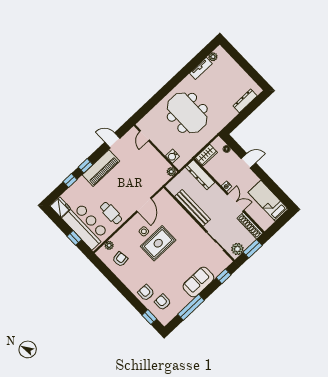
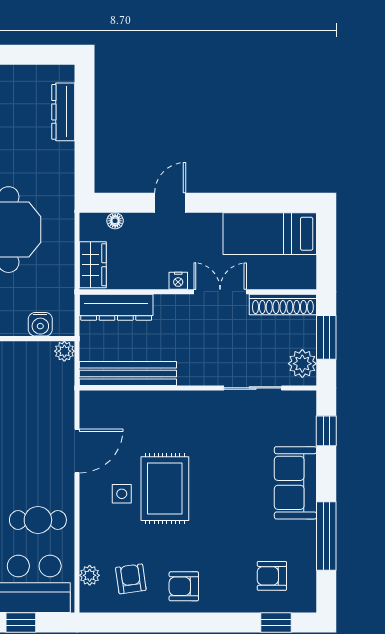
door: (144, 205) -> (77, 451), hinge flipped
bench: (193, 208) -> (128, 373), moved
armchair: (146, 293) -> (184, 586), moved

